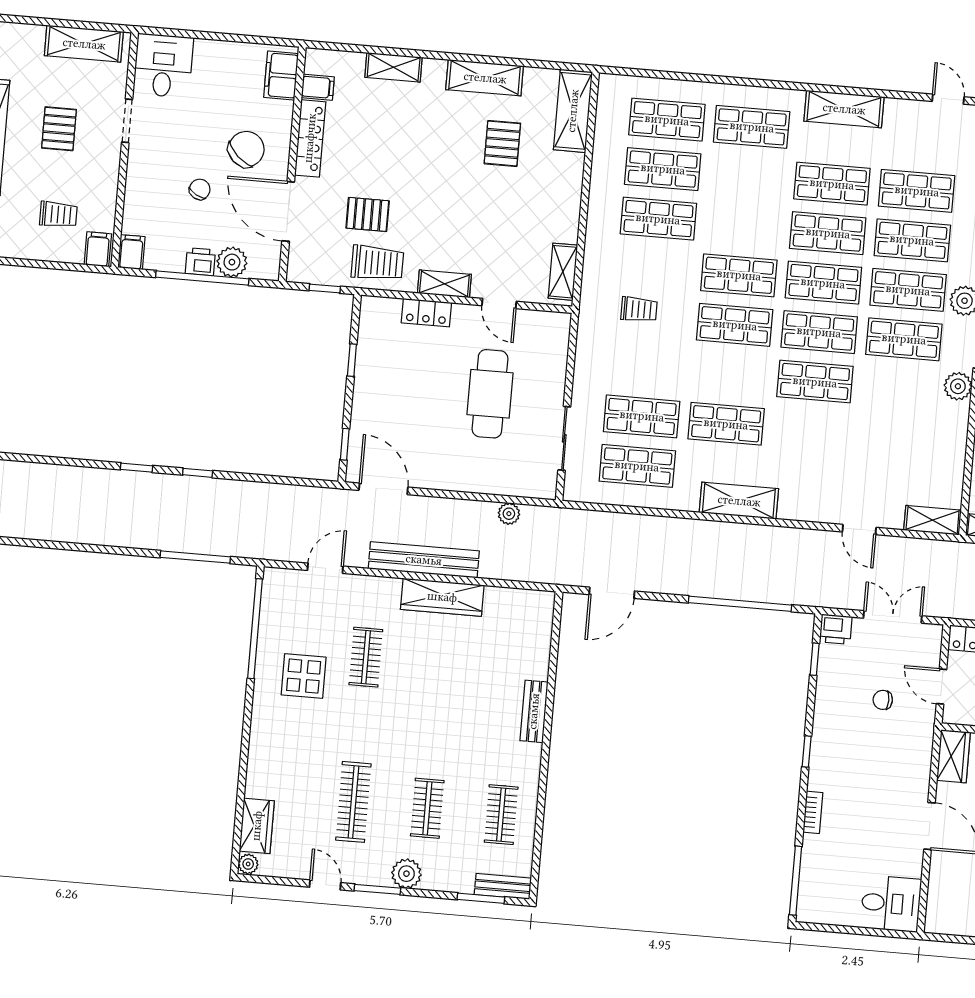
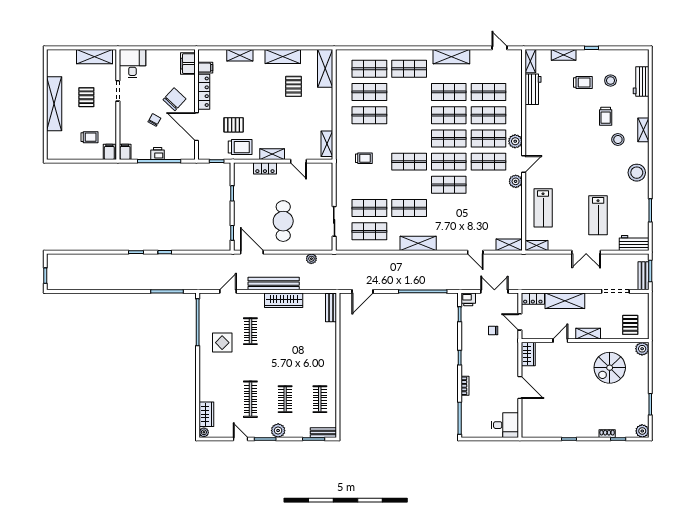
plant: (232, 262) -> (172, 152), removed
shop shelf: (739, 275) -> (409, 138), removed
cafe table: (490, 394) -> (283, 221), moved
bench: (534, 711) -> (331, 308), moved

